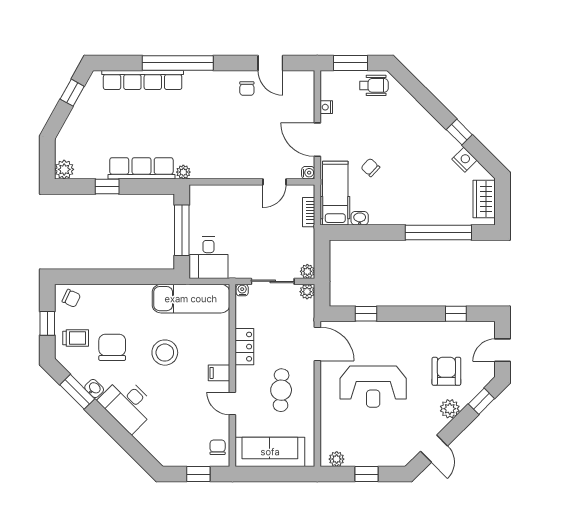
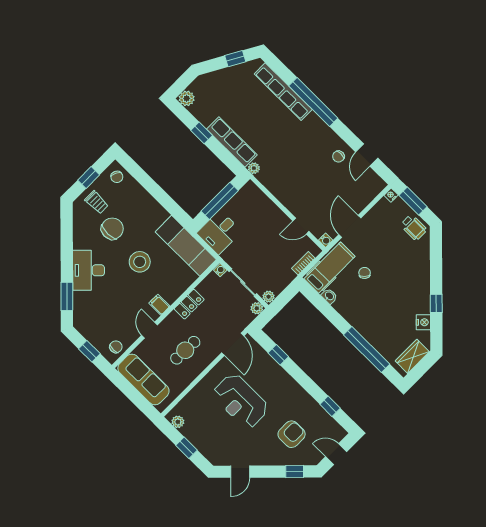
nightstand: (326, 107) -> (391, 195), moved
washbasin: (94, 388) -> (78, 242), removed
window: (77, 392) -> (67, 296), moved
plant: (450, 409) -> (272, 458), removed

